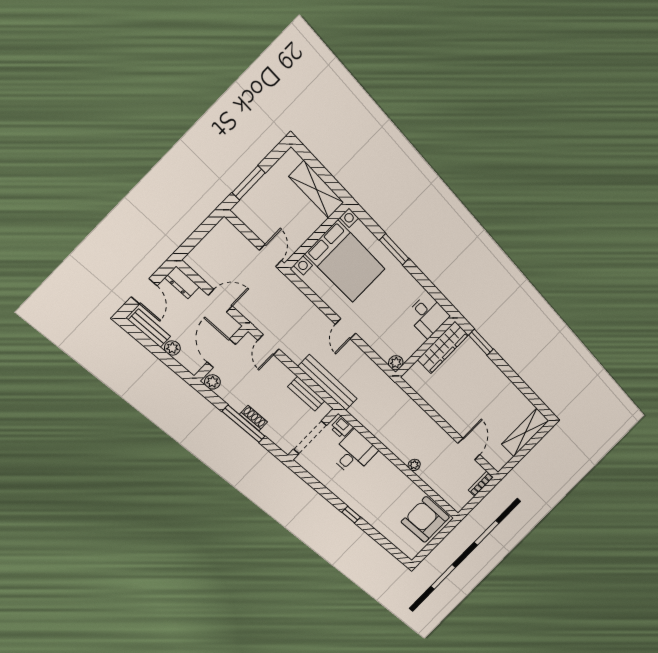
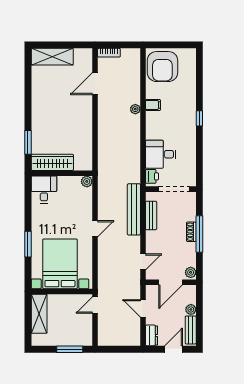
filing cabinet: (402, 484) -> (153, 105), added

